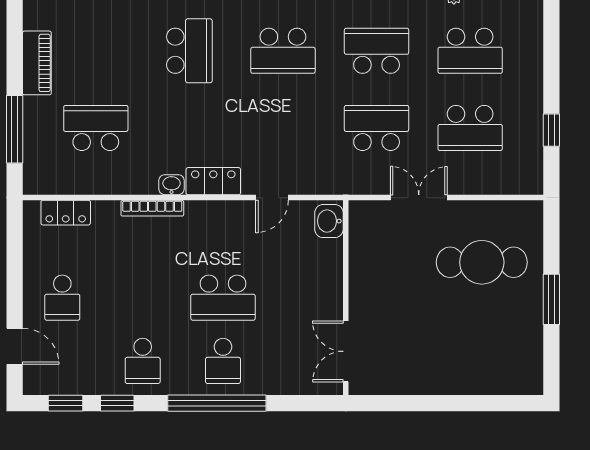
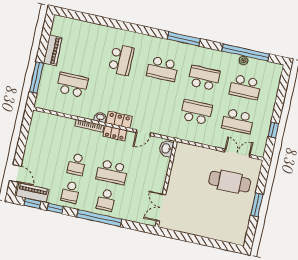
double door: (419, 198) -> (237, 153), moved
locker: (66, 213) -> (115, 133), moved
school desk: (62, 298) -> (77, 164), moved
piano: (61, 380) -> (33, 193), added

